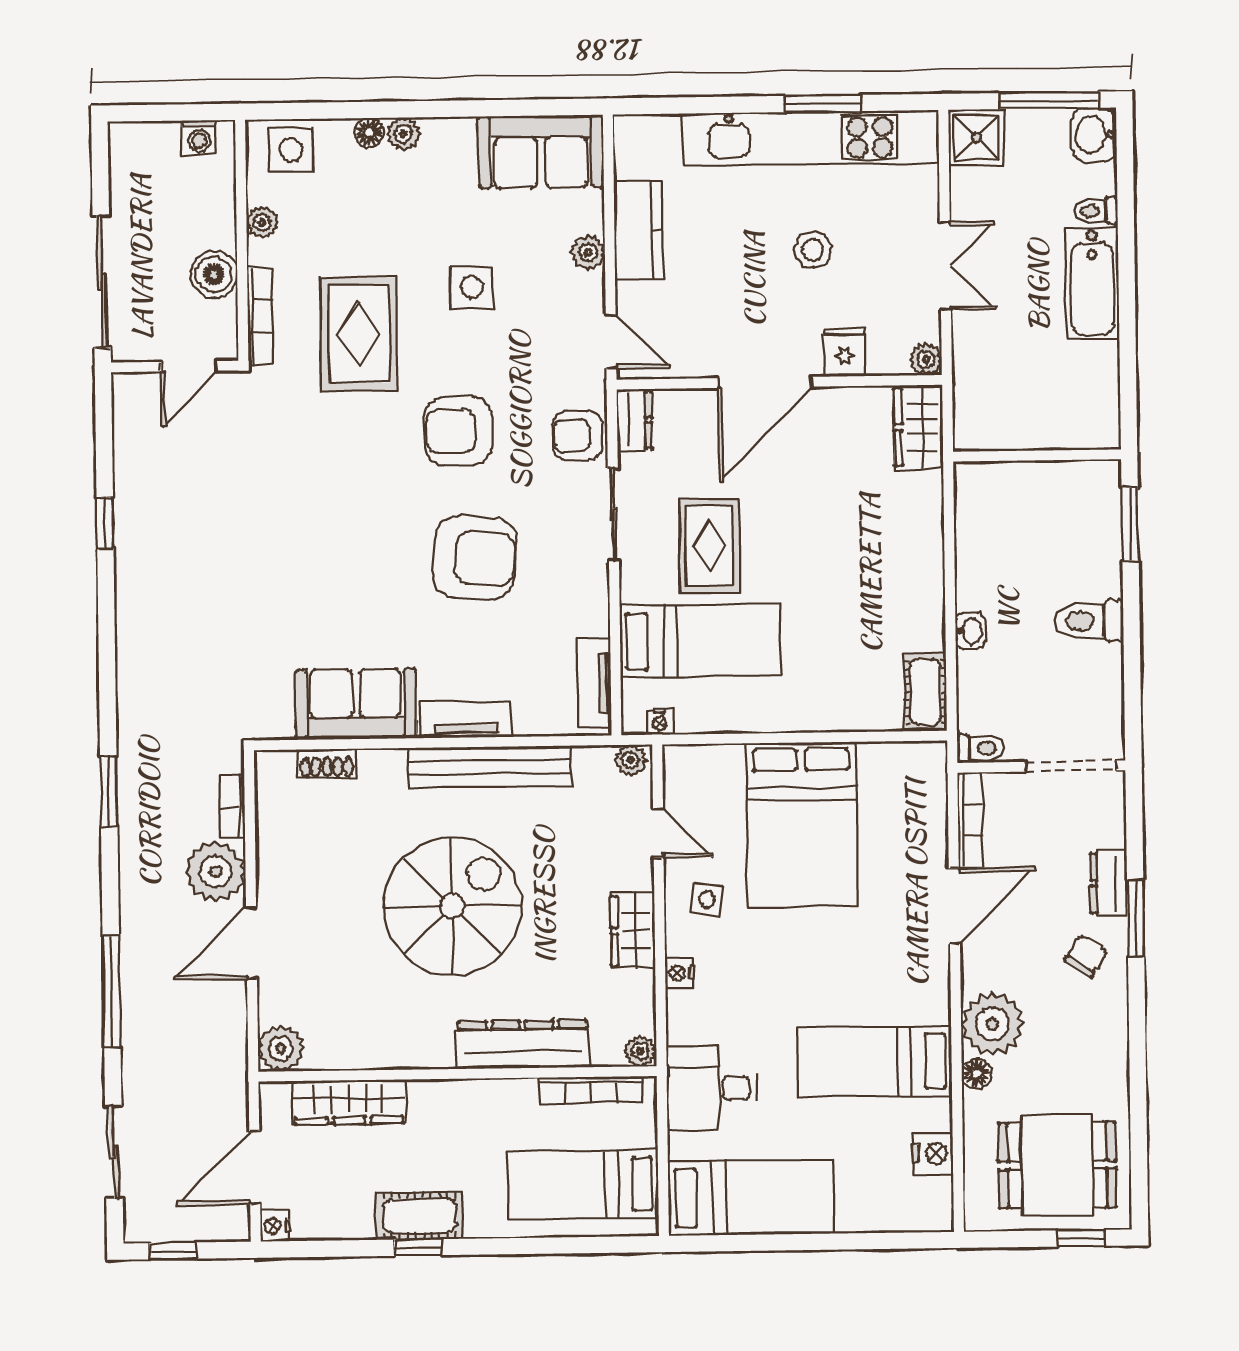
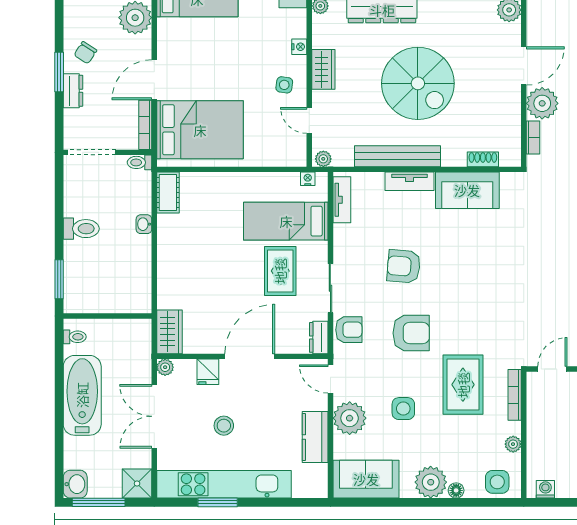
plant: (403, 134) -> (431, 482), width x1.88, depth x1.88
toilet: (1096, 211) -> (75, 337), moved
plant: (588, 252) -> (350, 418), width x1.87, depth x1.87
double door: (945, 266) -> (154, 416), width x1.37
boiler: (214, 274) -> (539, 417), removed
bathtub: (1092, 283) -> (82, 395), width x1.36, depth x1.36
armchair: (475, 558) -> (404, 266), width x0.73, depth x0.73
bed: (802, 825) -> (200, 130), moved, turned 90
spiral stairs: (452, 906) -> (418, 83), turned -90

